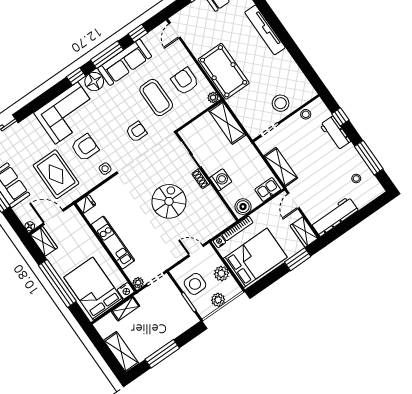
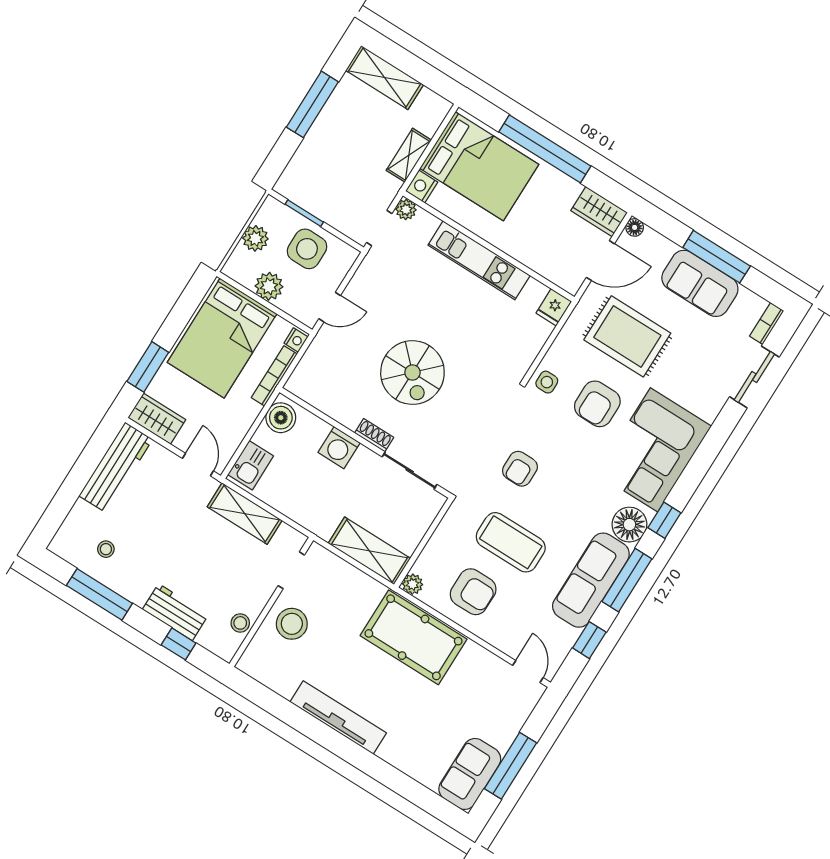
tv unit: (265, 30) -> (338, 717), moved

